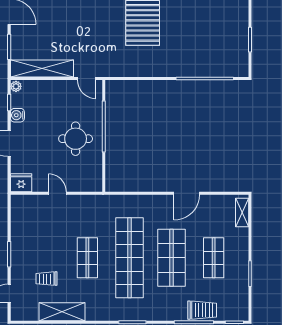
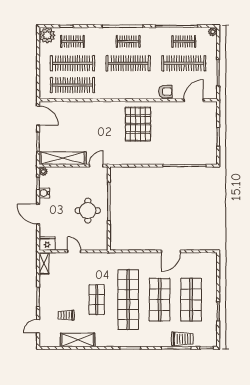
door: (87, 79) -> (96, 166), swing flipped
shelving: (242, 212) -> (44, 263), moved
shop shelf: (214, 258) -> (191, 300), width x1.43, depth x1.36

